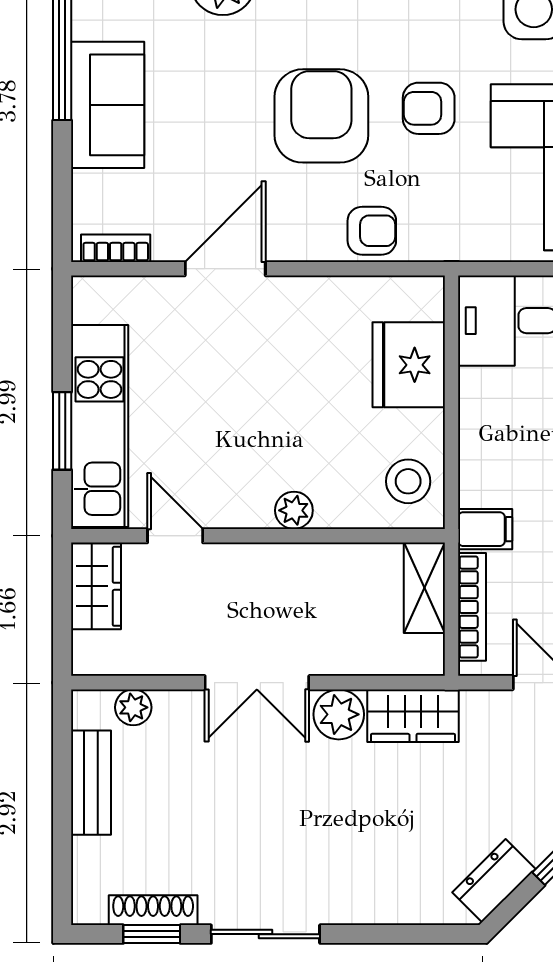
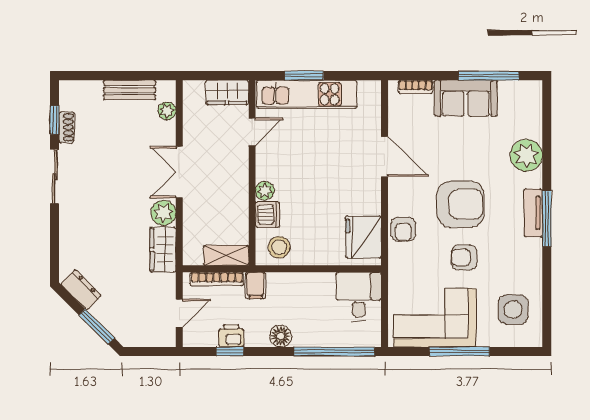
armchair: (429, 108) -> (464, 257), turned -90
bookcase: (116, 248) -> (416, 87), moved, turned 90
fridge: (409, 365) -> (363, 237), moved, turned -90
dishwasher: (342, 505) -> (267, 215), added
shoe rack: (153, 910) -> (66, 127), width x0.70

